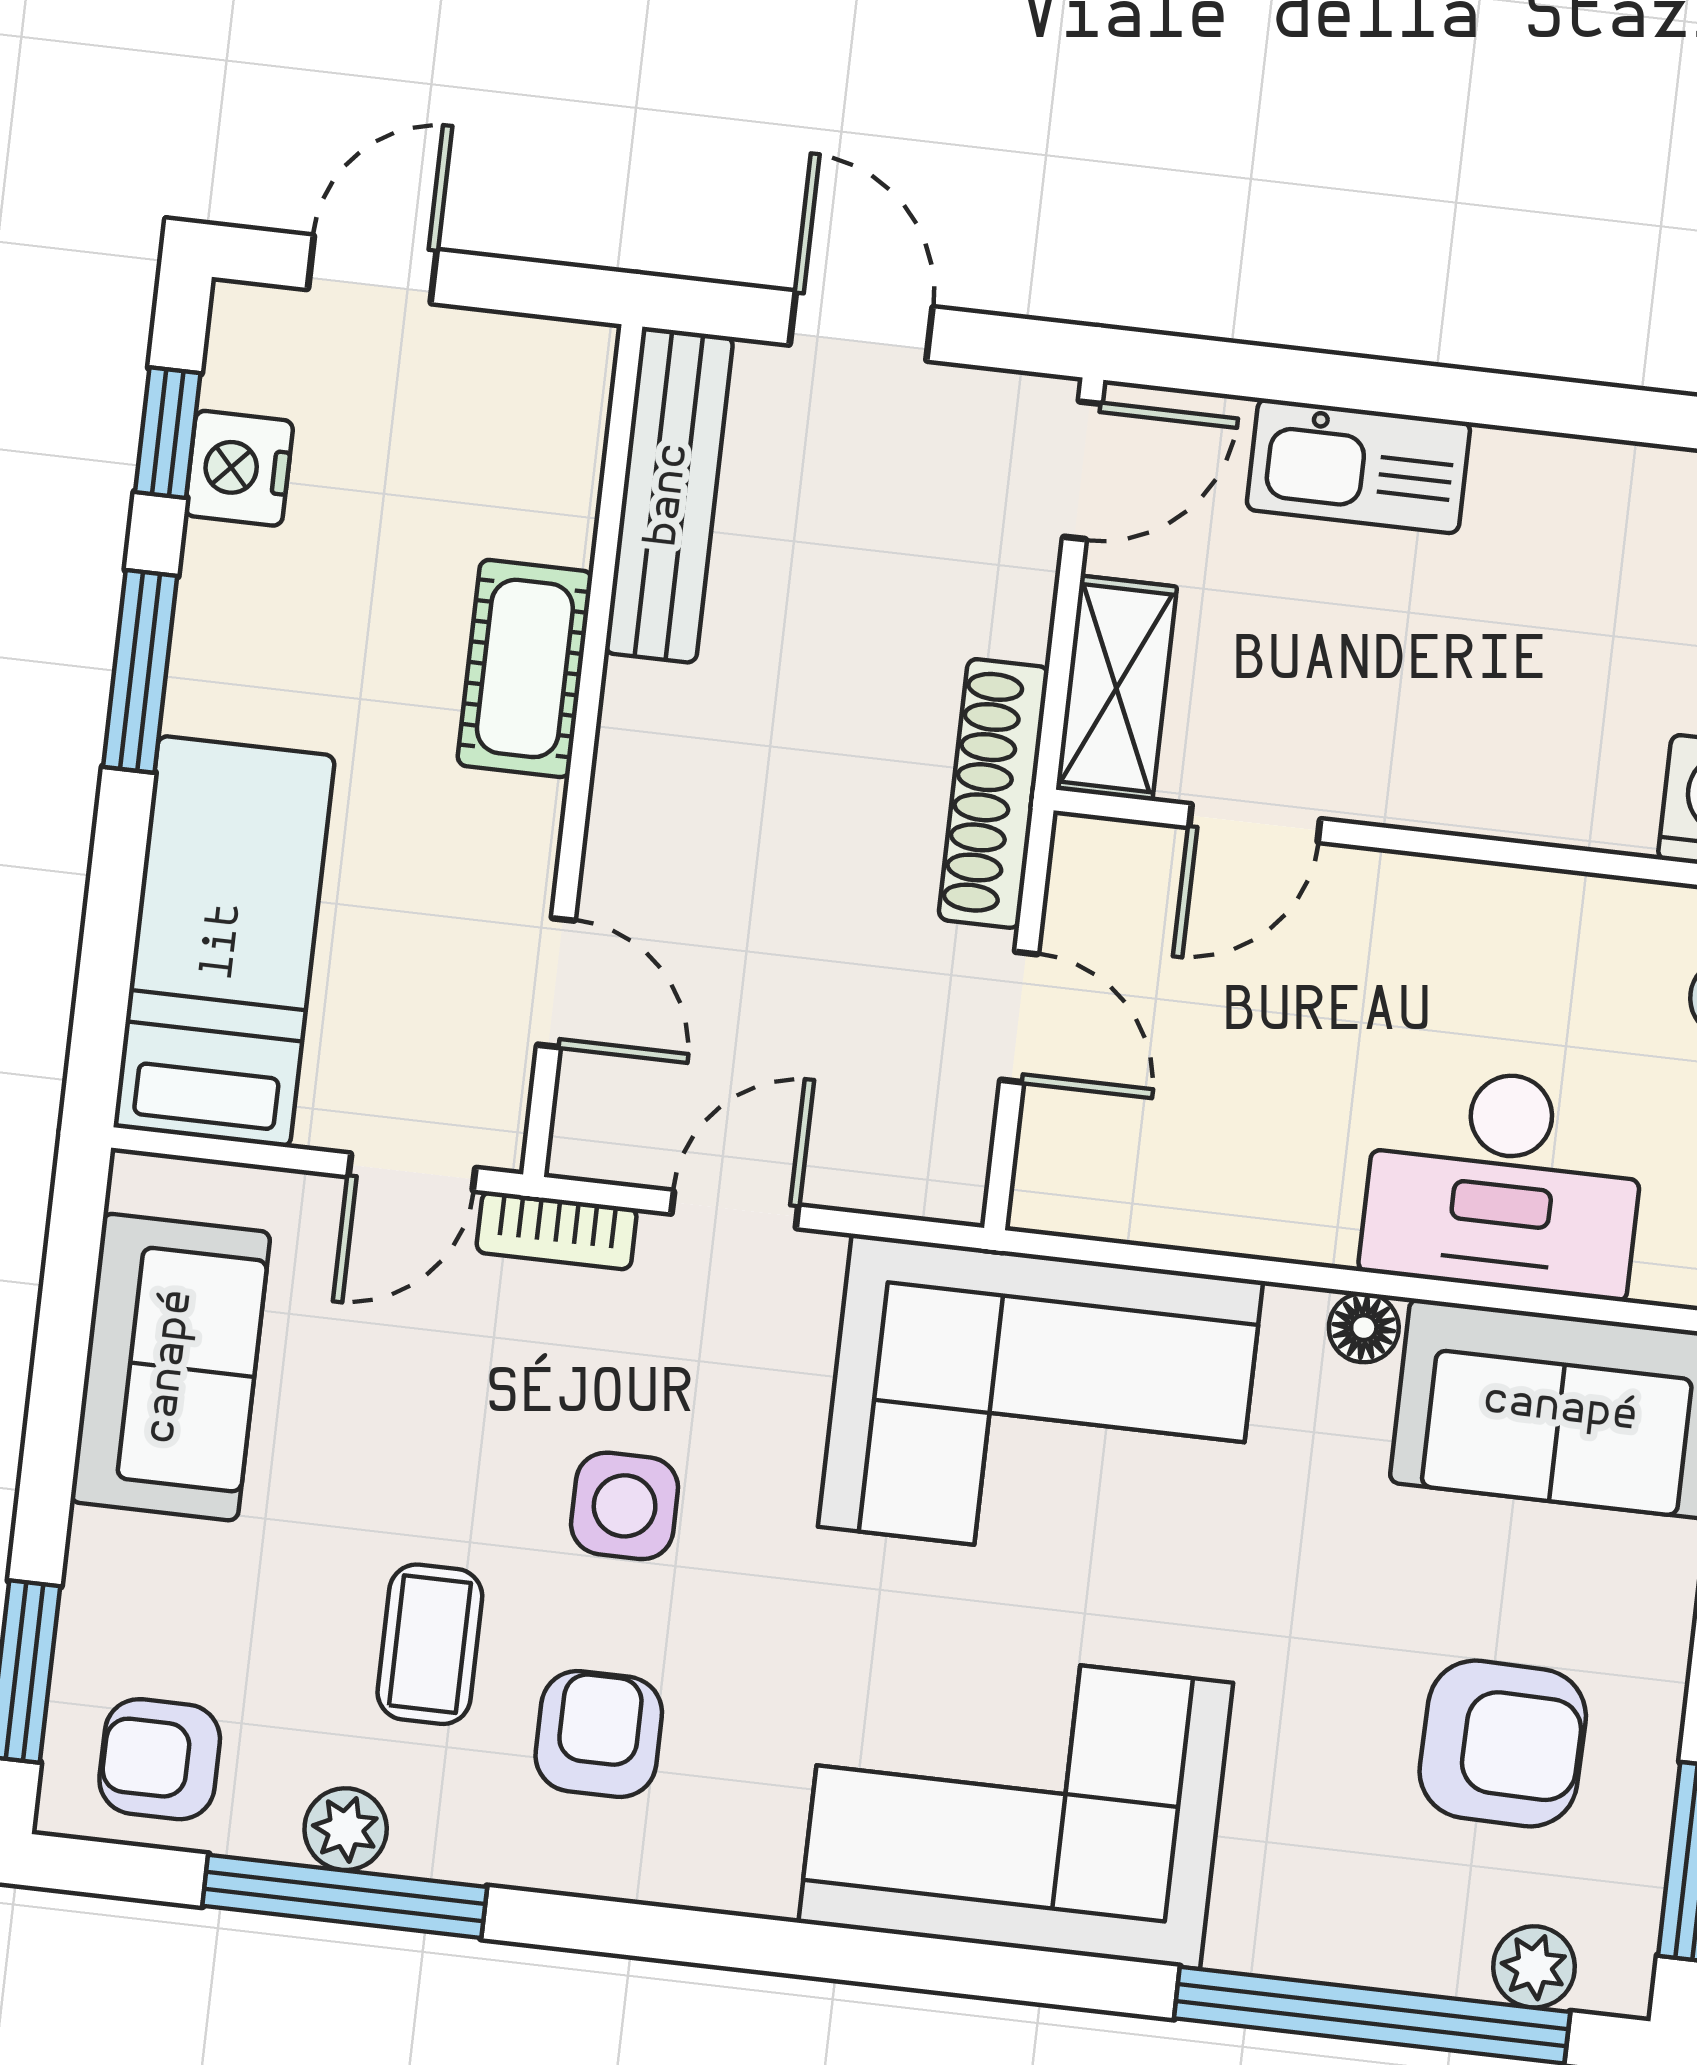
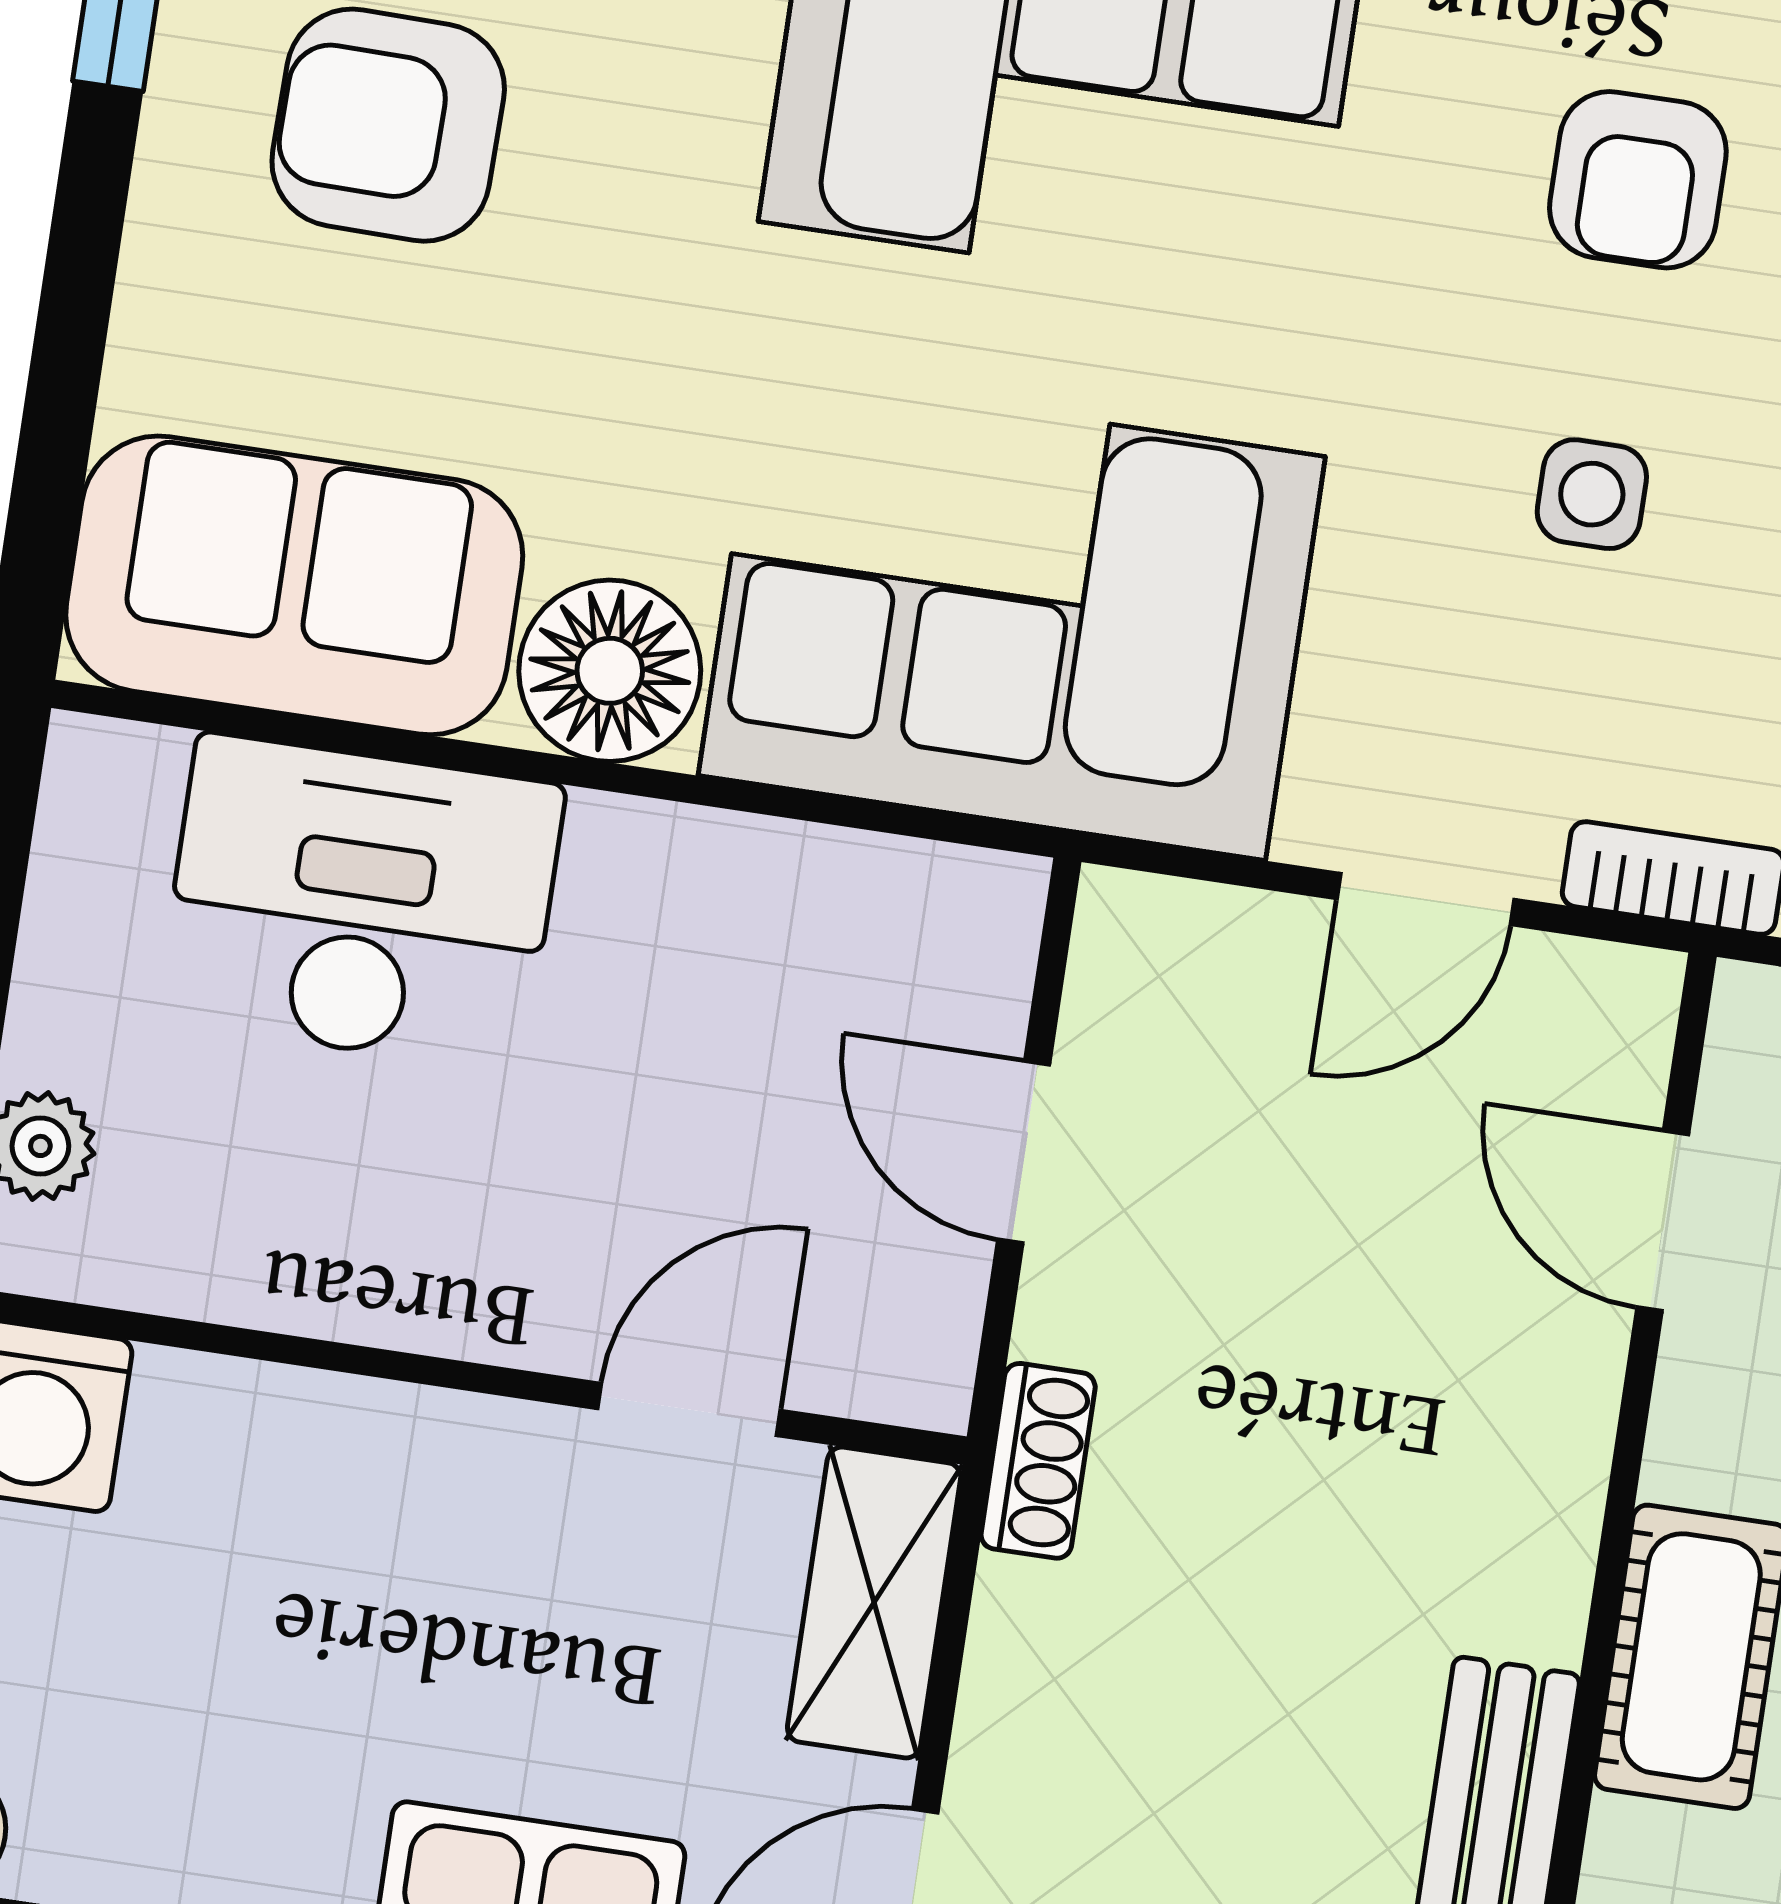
shoe rack: (994, 793) -> (1038, 1461), width x0.51, depth x0.81
floor lamp: (1364, 1328) -> (610, 671), width x1.89, depth x1.89
side table: (625, 1506) -> (1592, 494), width x0.73, depth x0.73

